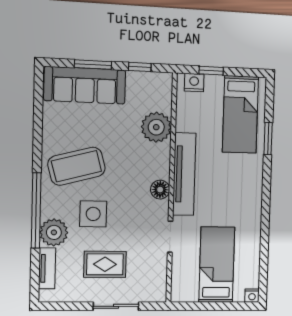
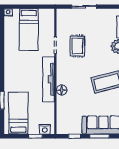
plant: (156, 127) -> (65, 104), removed
floor lamp: (160, 190) -> (62, 90), moved
side table: (93, 214) -> (97, 57), removed
rug: (105, 264) -> (77, 46), moved, turned 90

